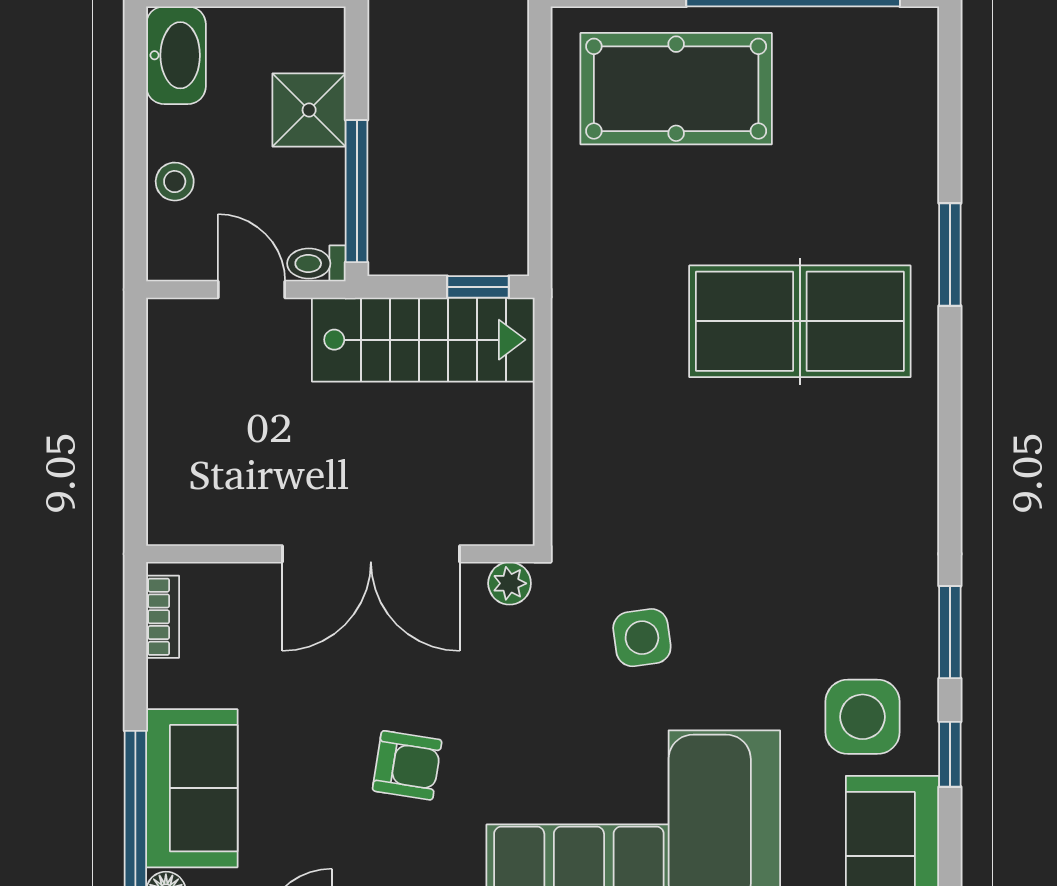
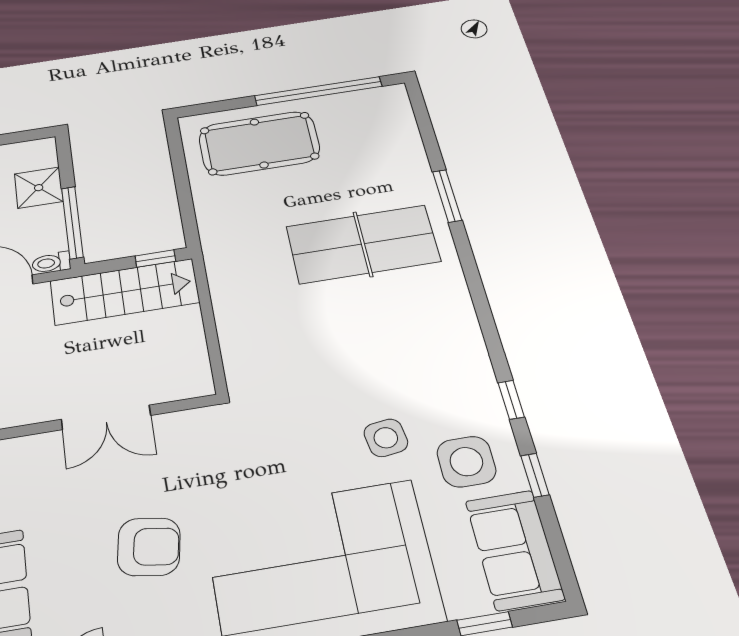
double door: (371, 554) -> (106, 417), width x0.73
plant: (510, 583) -> (203, 420), removed
window: (950, 632) -> (511, 400), width x0.67
side table: (642, 638) -> (386, 438), moved
armchair: (407, 765) -> (149, 547), width x1.38, depth x1.38

